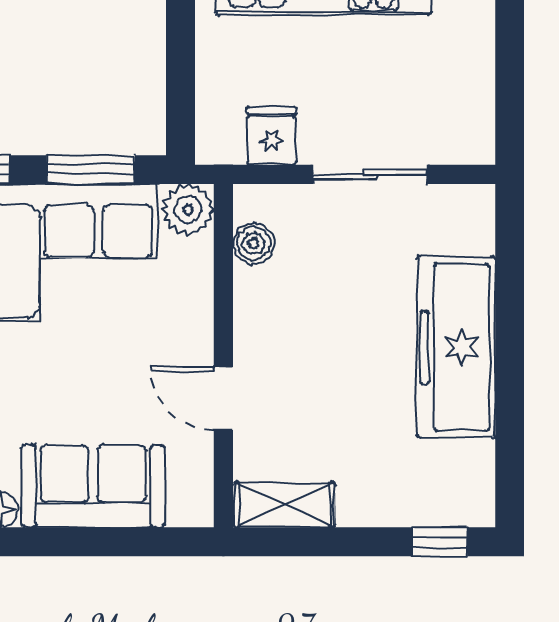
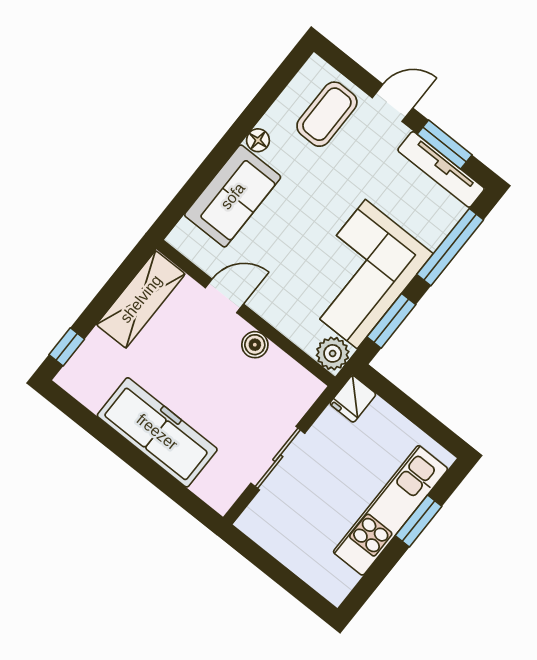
fridge: (271, 136) -> (353, 399), moved, turned 90
boiler: (253, 243) -> (255, 345), moved
shelving: (285, 505) -> (141, 299), width x1.50, depth x1.33

